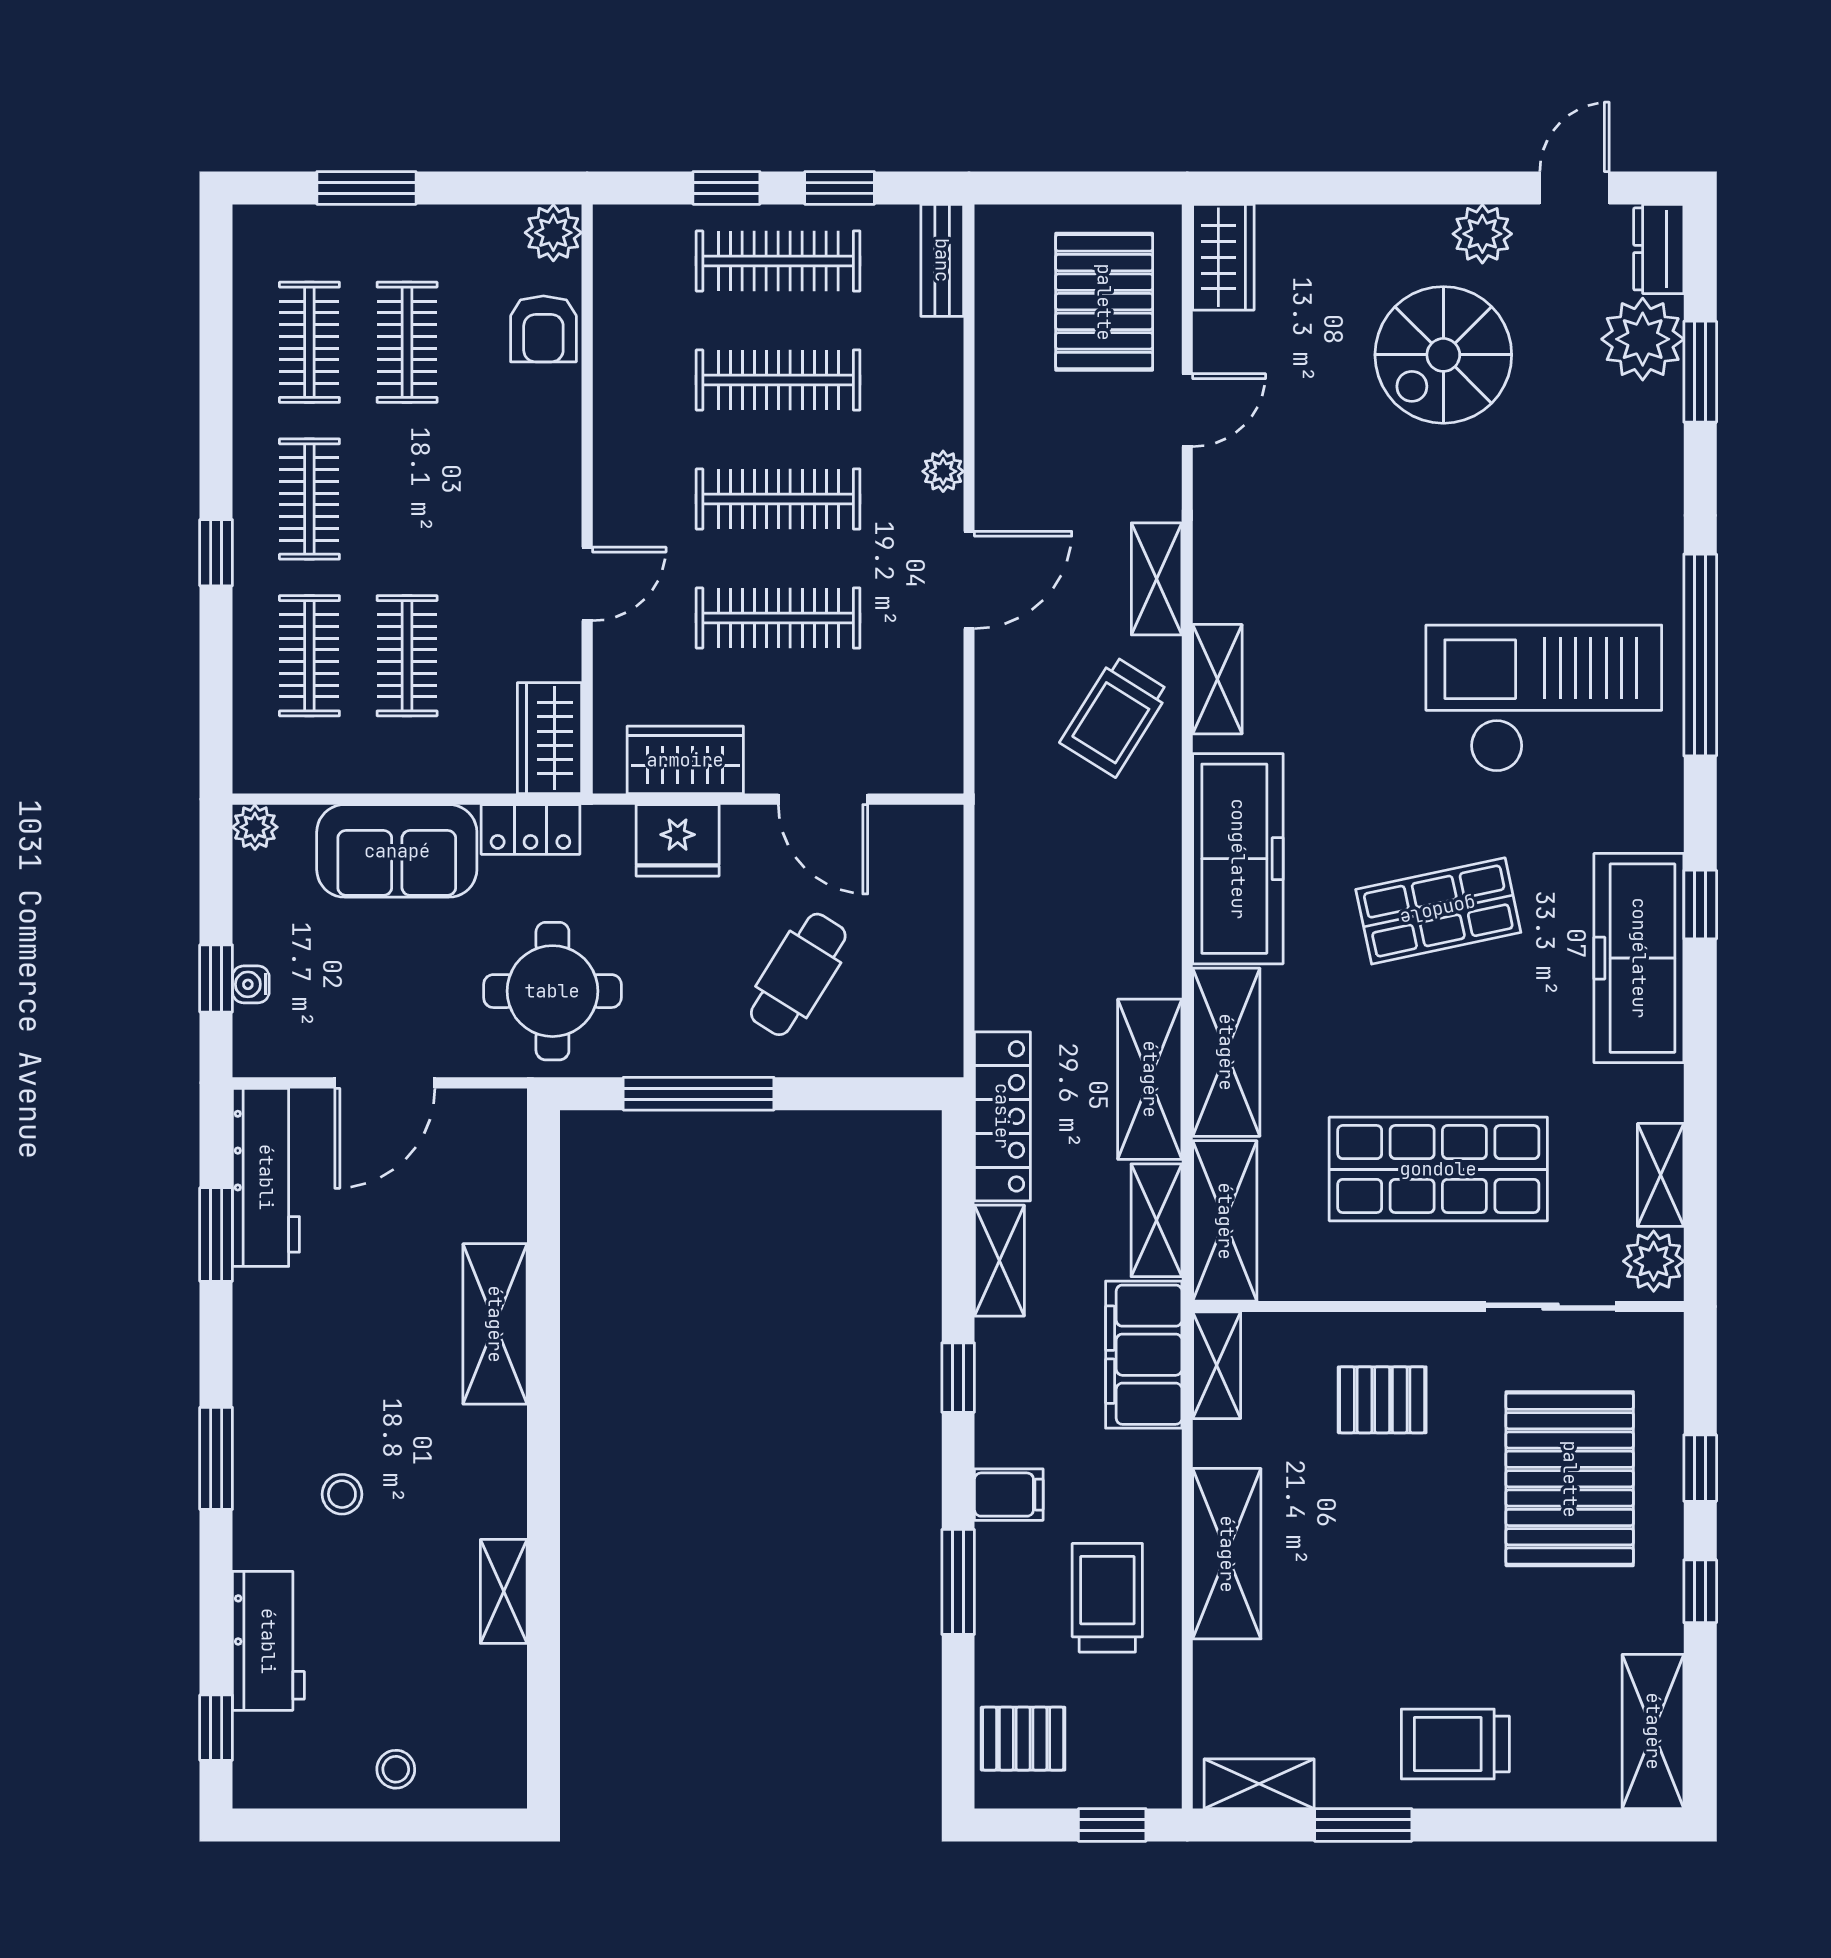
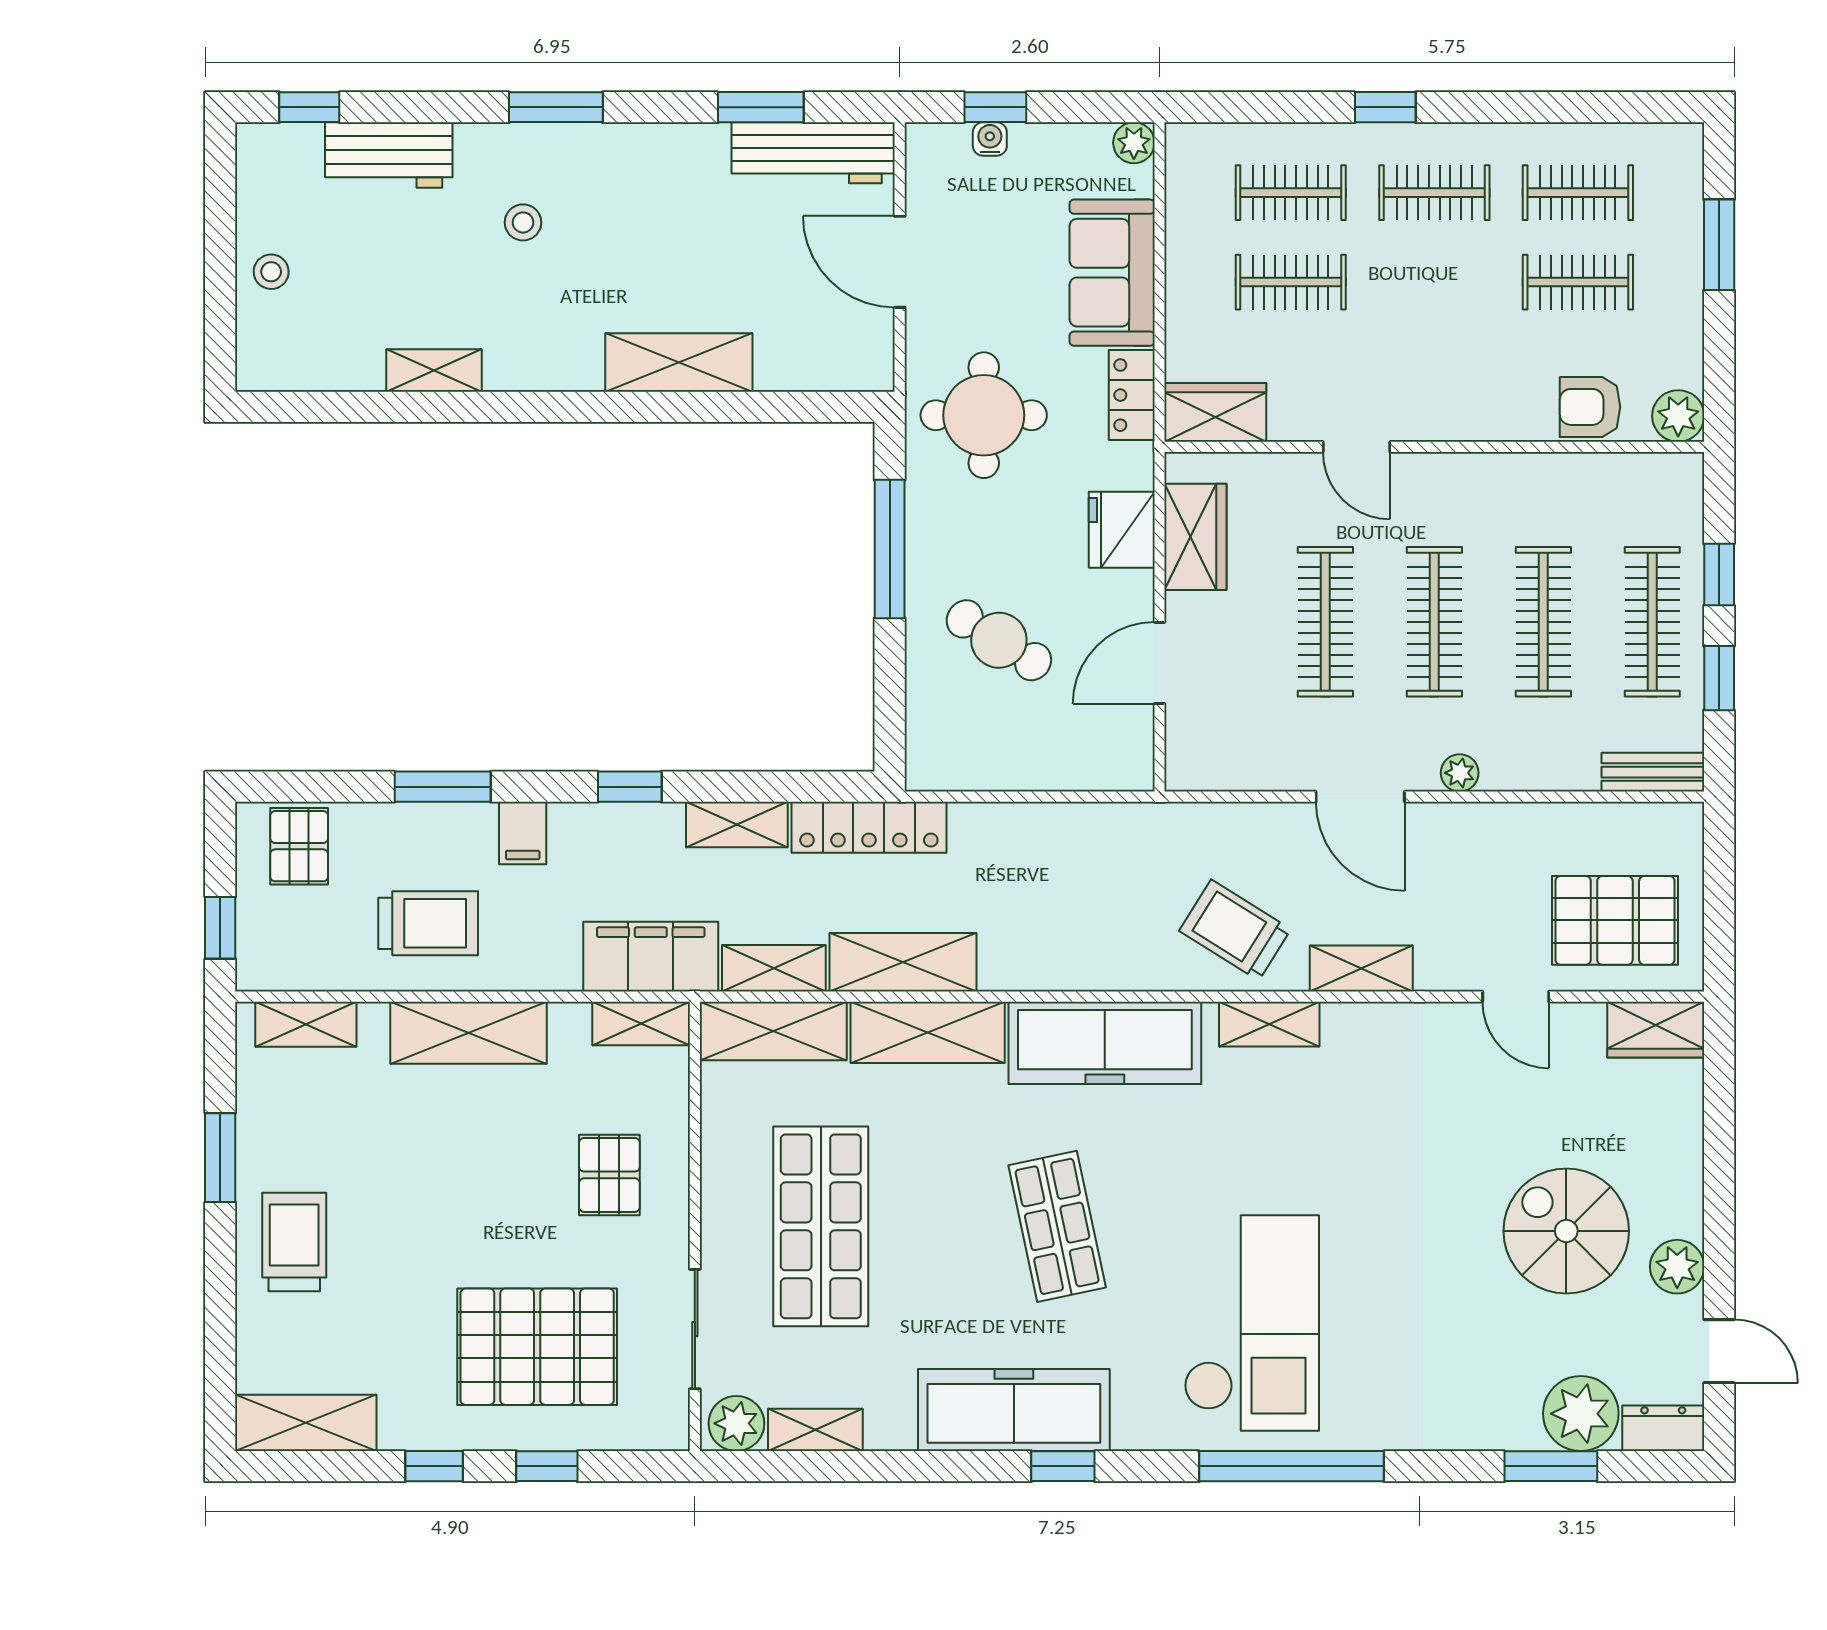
shelving: (1259, 1784) -> (306, 1024), moved, turned 90

